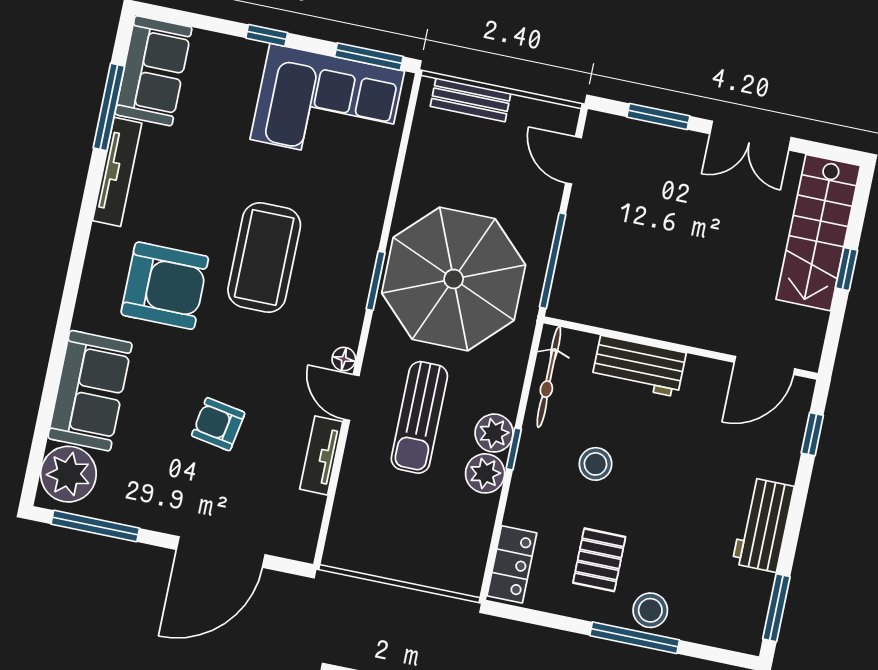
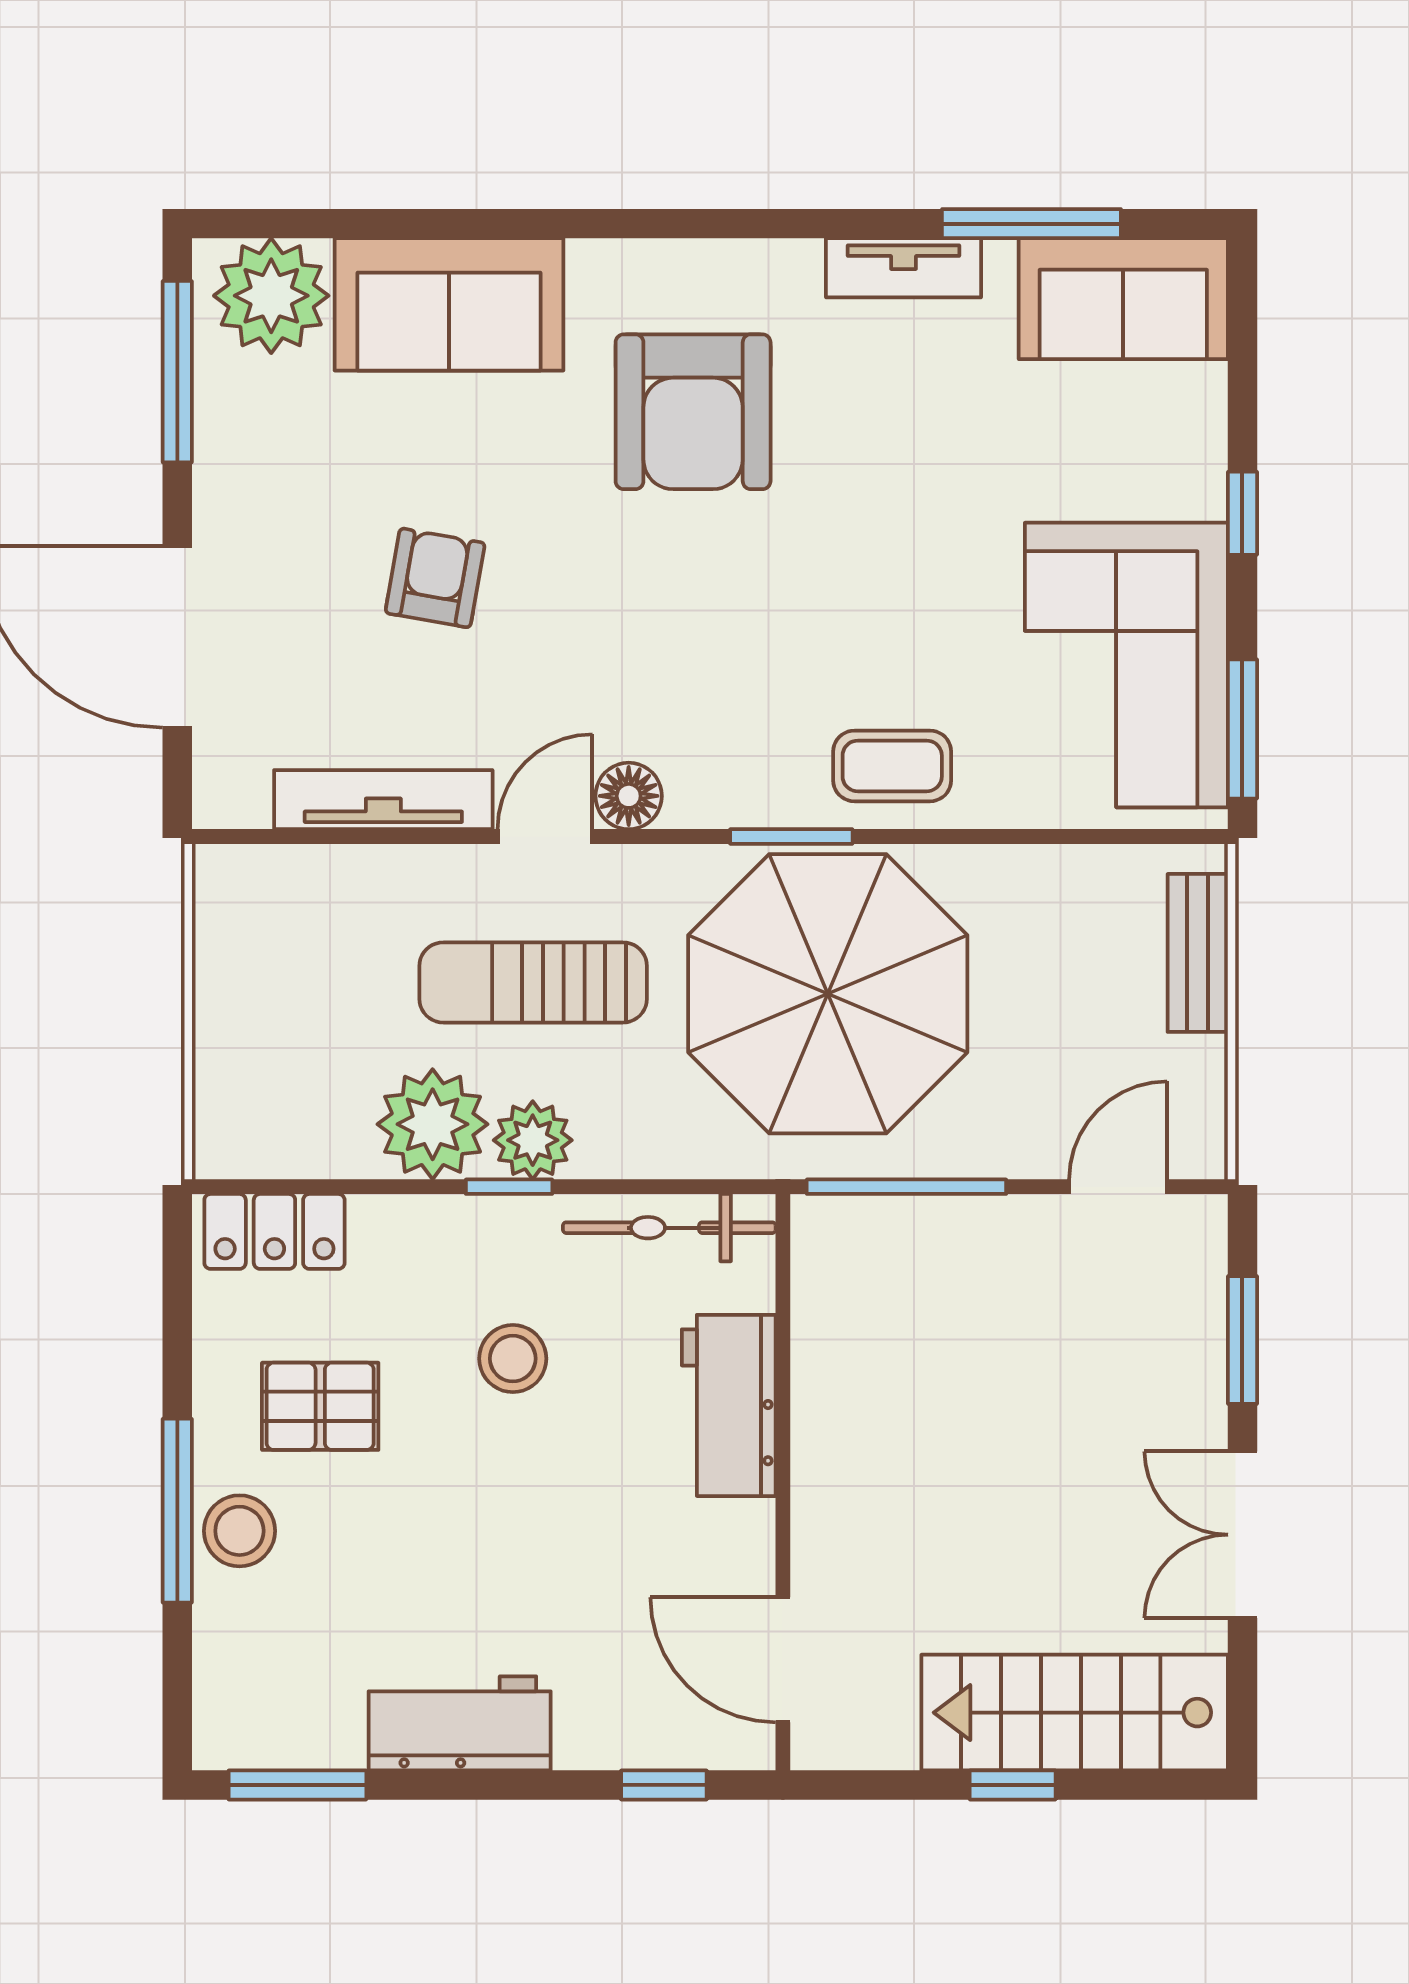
tv unit: (117, 172) -> (904, 268), width x0.71
coffee table: (264, 258) -> (892, 766), moved, width x0.54, depth x0.58
floor lamp: (344, 359) -> (629, 796), width x1.37, depth x1.37
tv unit: (321, 455) -> (383, 800), width x1.41
plant: (485, 473) -> (433, 1124), width x1.36, depth x1.36

